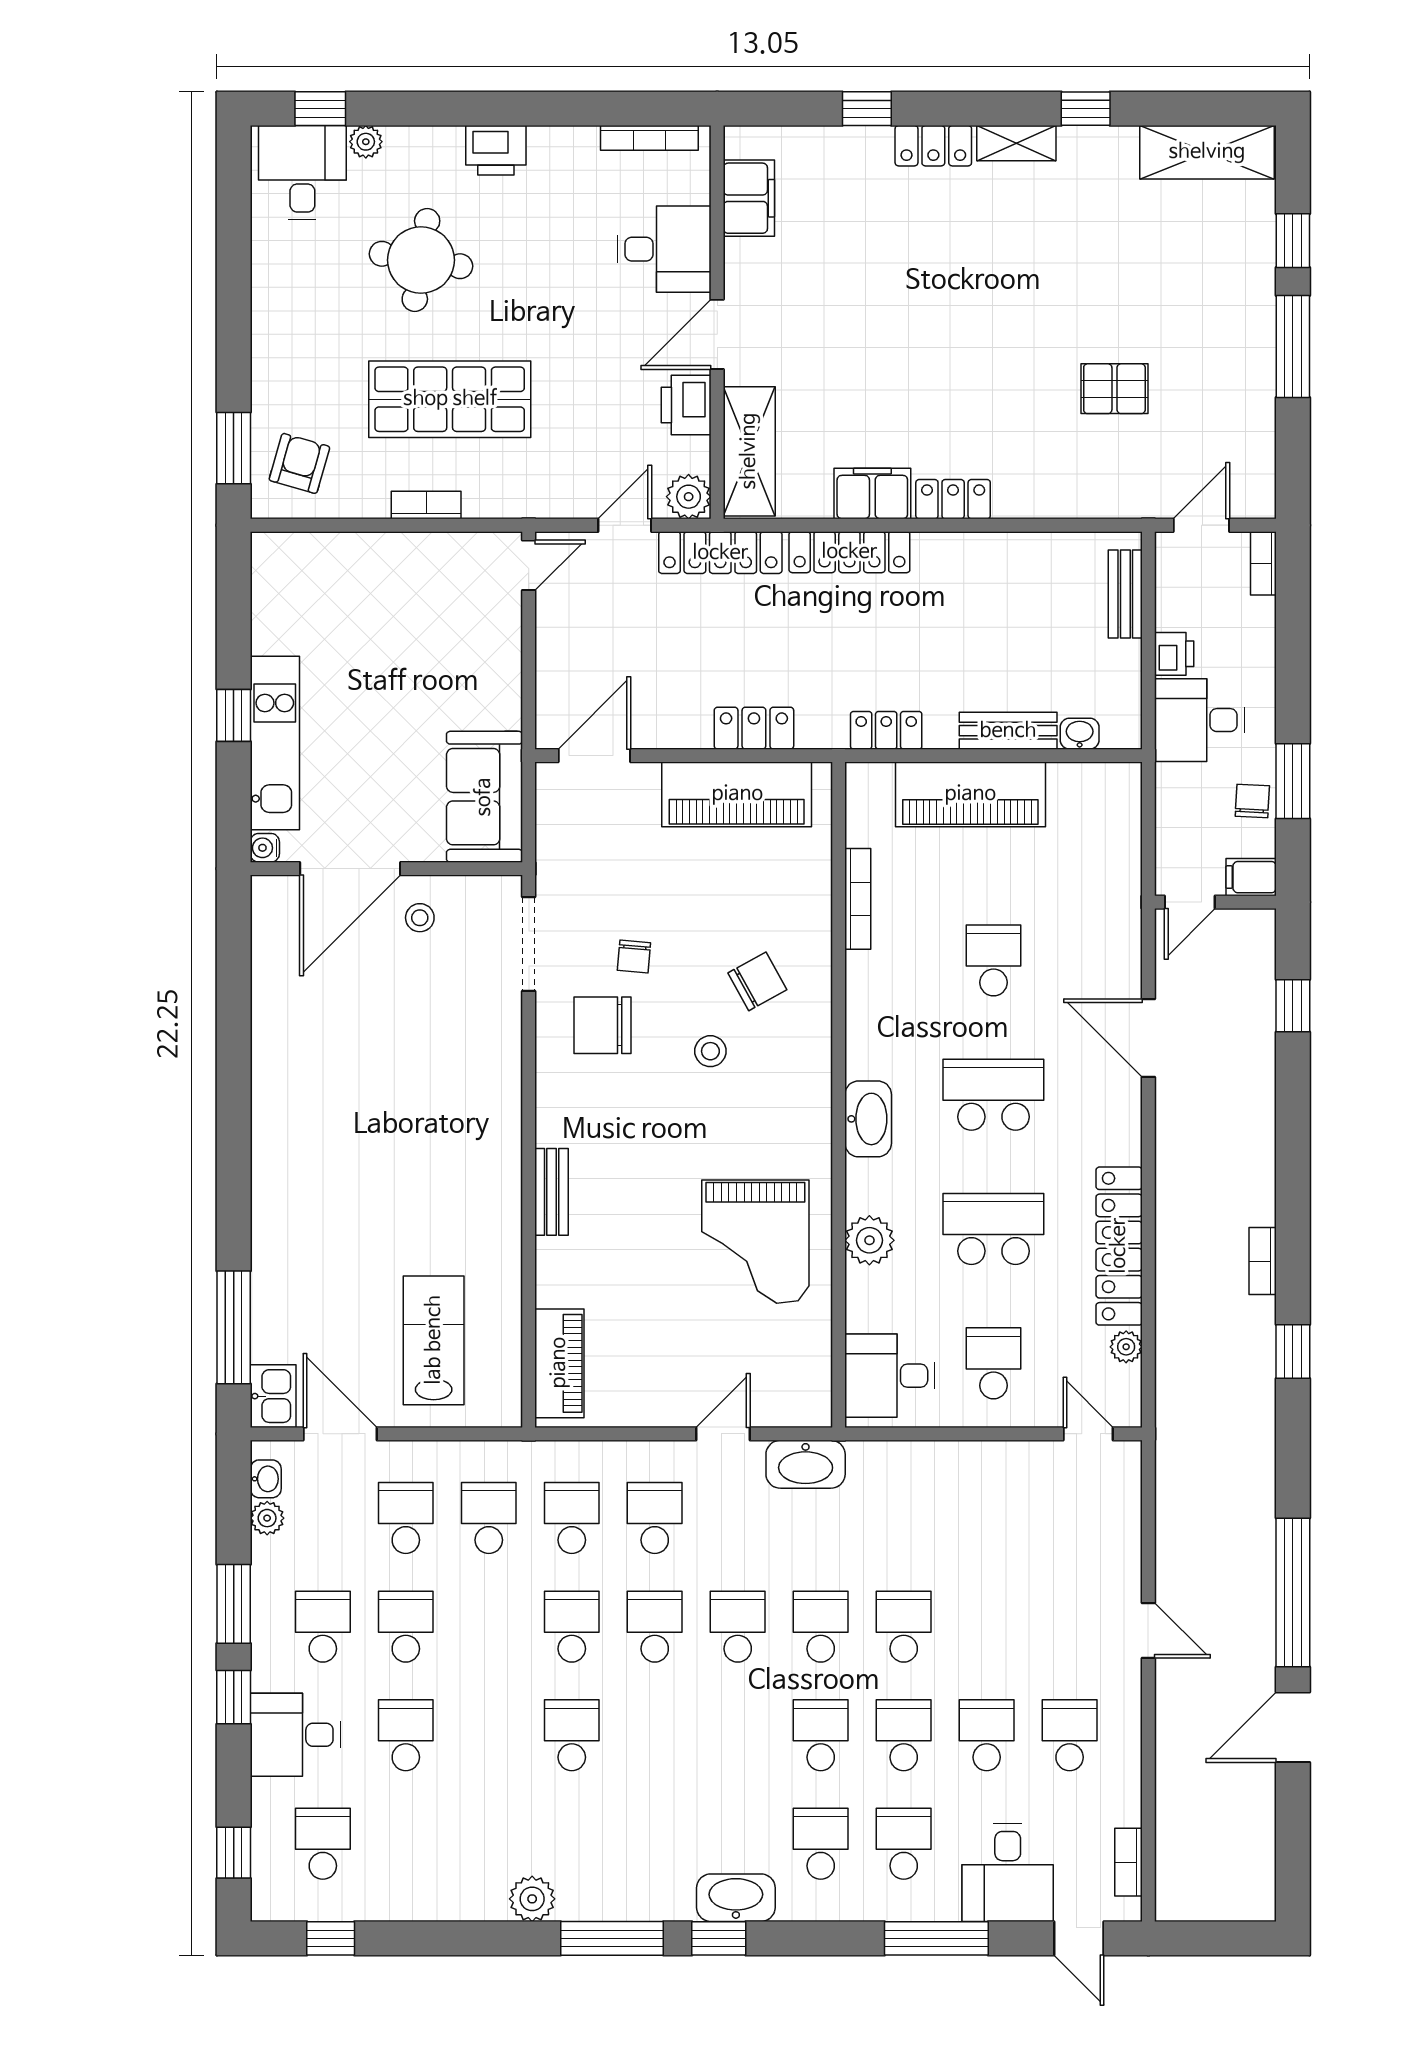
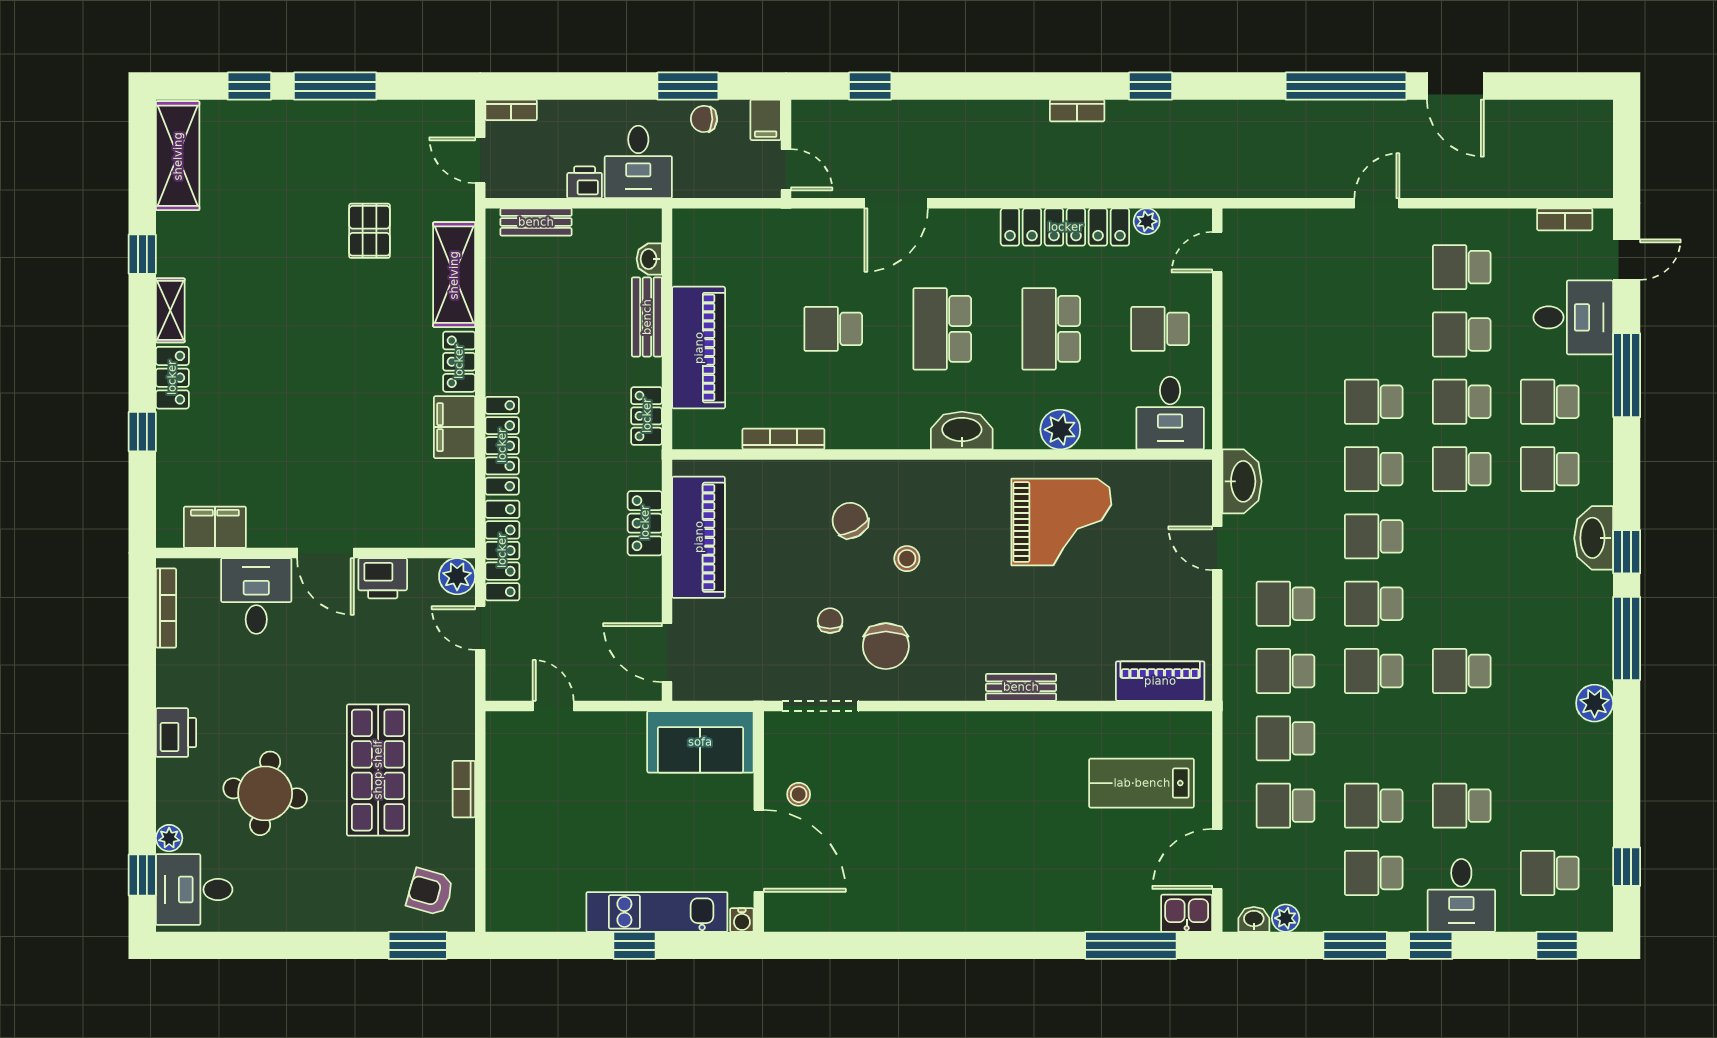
shelving: (749, 451) -> (454, 275), moved, turned 90
door: (529, 565) -> (553, 706), moved
chair: (634, 957) -> (830, 621), turned -95

